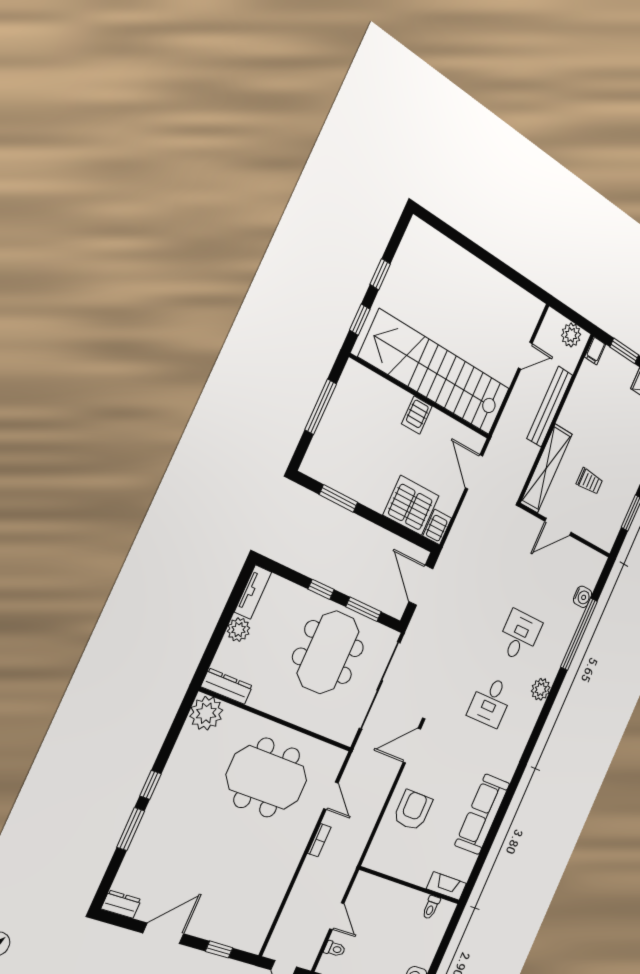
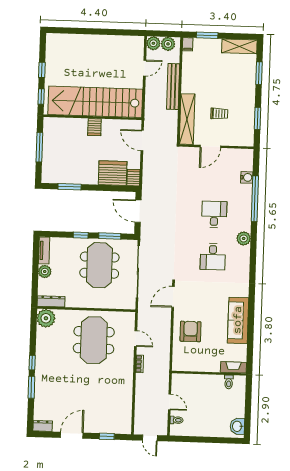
plant: (553, 323) -> (153, 43), added
meeting table: (267, 778) -> (94, 340), turned 90

